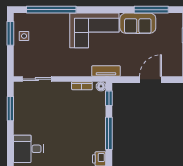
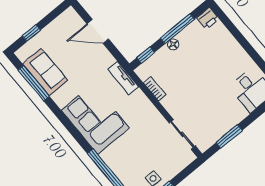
sofa: (138, 23) -> (45, 72), moved
floor lamp: (101, 86) -> (173, 44), moved

